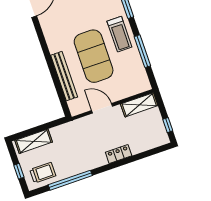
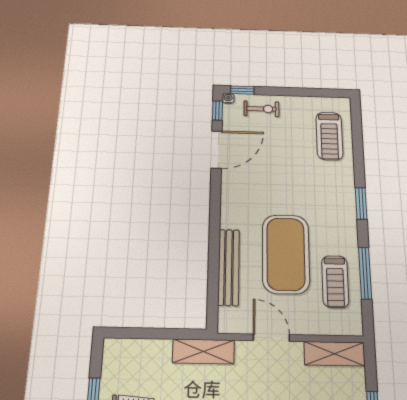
treadmill: (119, 34) -> (335, 282), moved
shelving: (34, 141) -> (203, 351), moved

